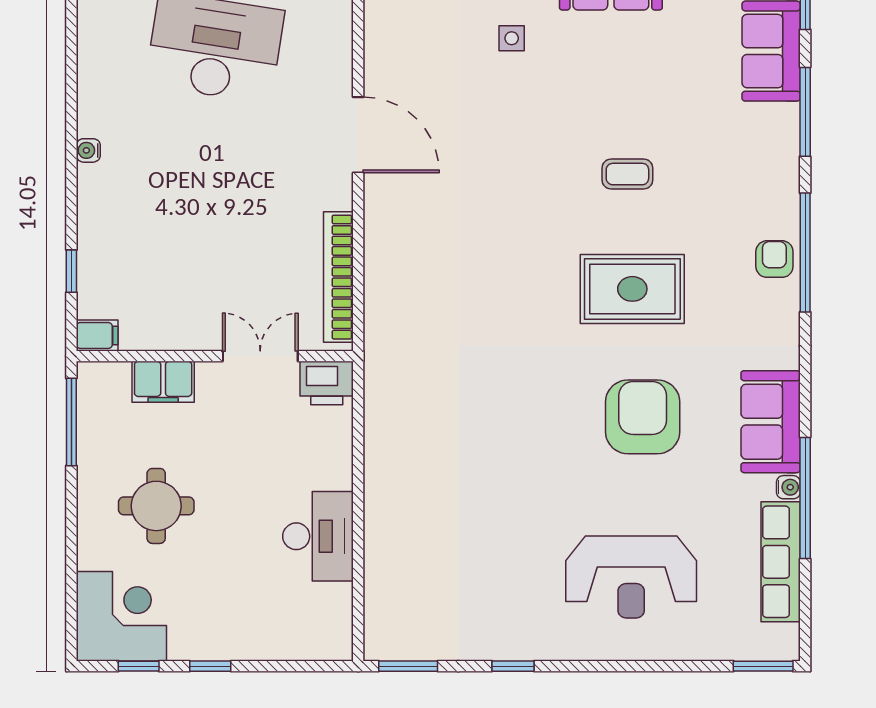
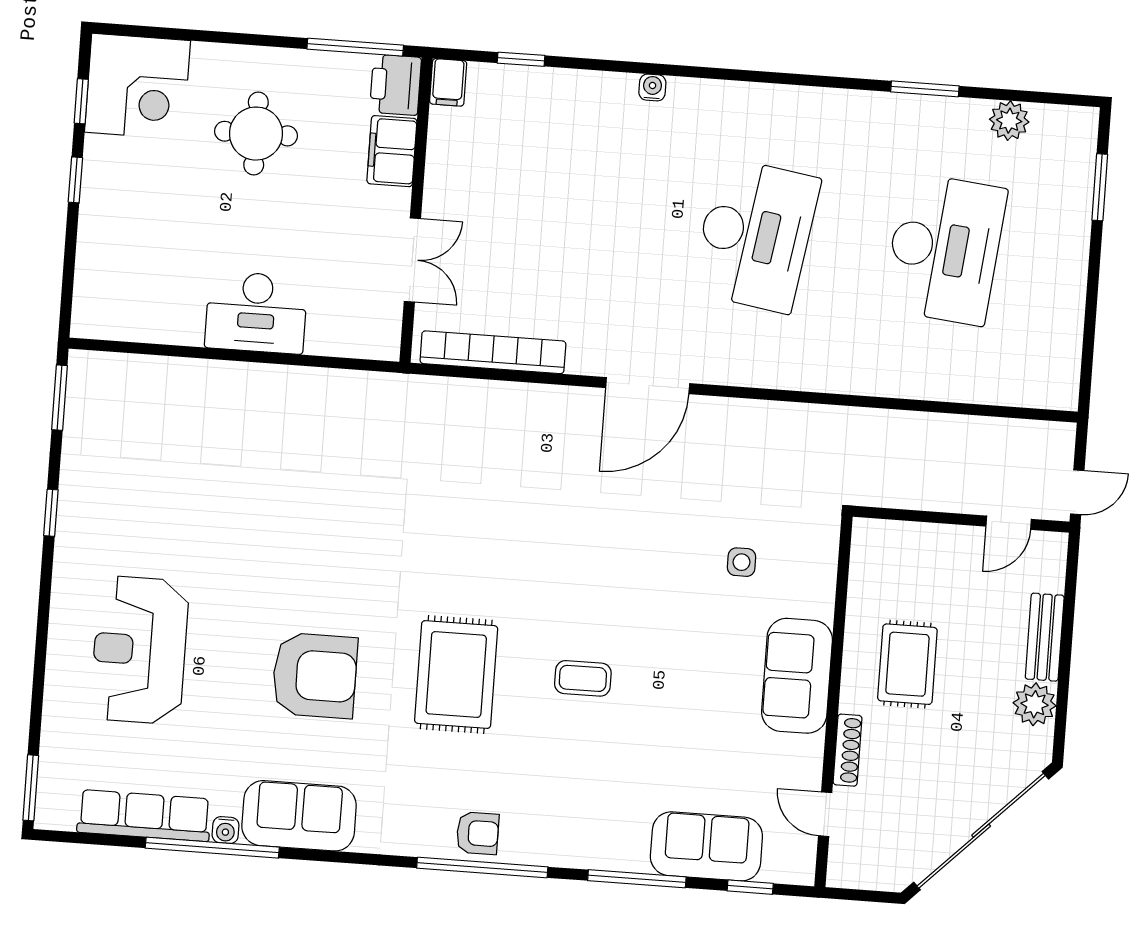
coffee table: (627, 174) -> (583, 678), turned 90
printer: (327, 383) -> (395, 85), moved
desk: (318, 536) -> (256, 312), moved

